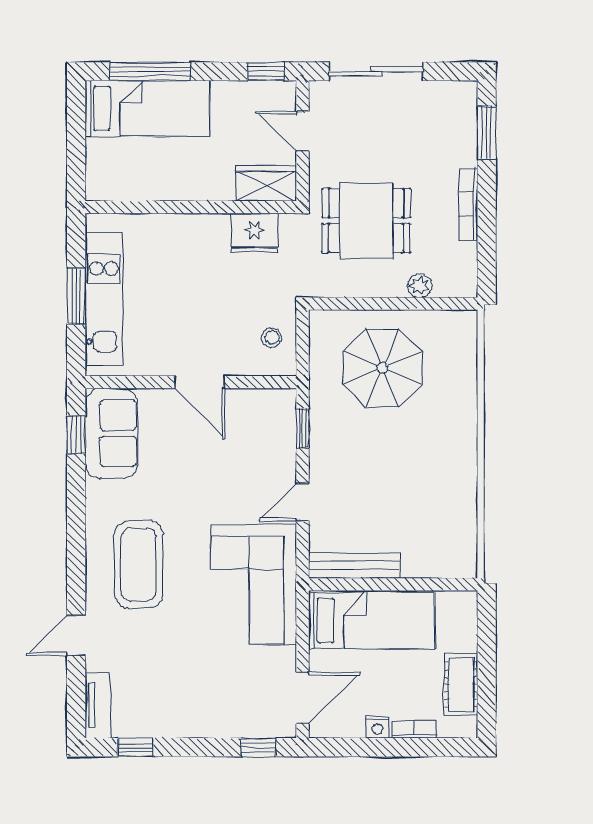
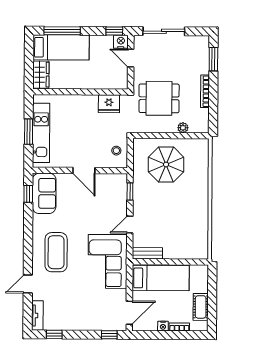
nightstand: (280, 95) -> (121, 42), added
wardrobe: (266, 183) -> (41, 75), moved, turned 90
bench: (354, 566) -> (147, 253), width x0.73

